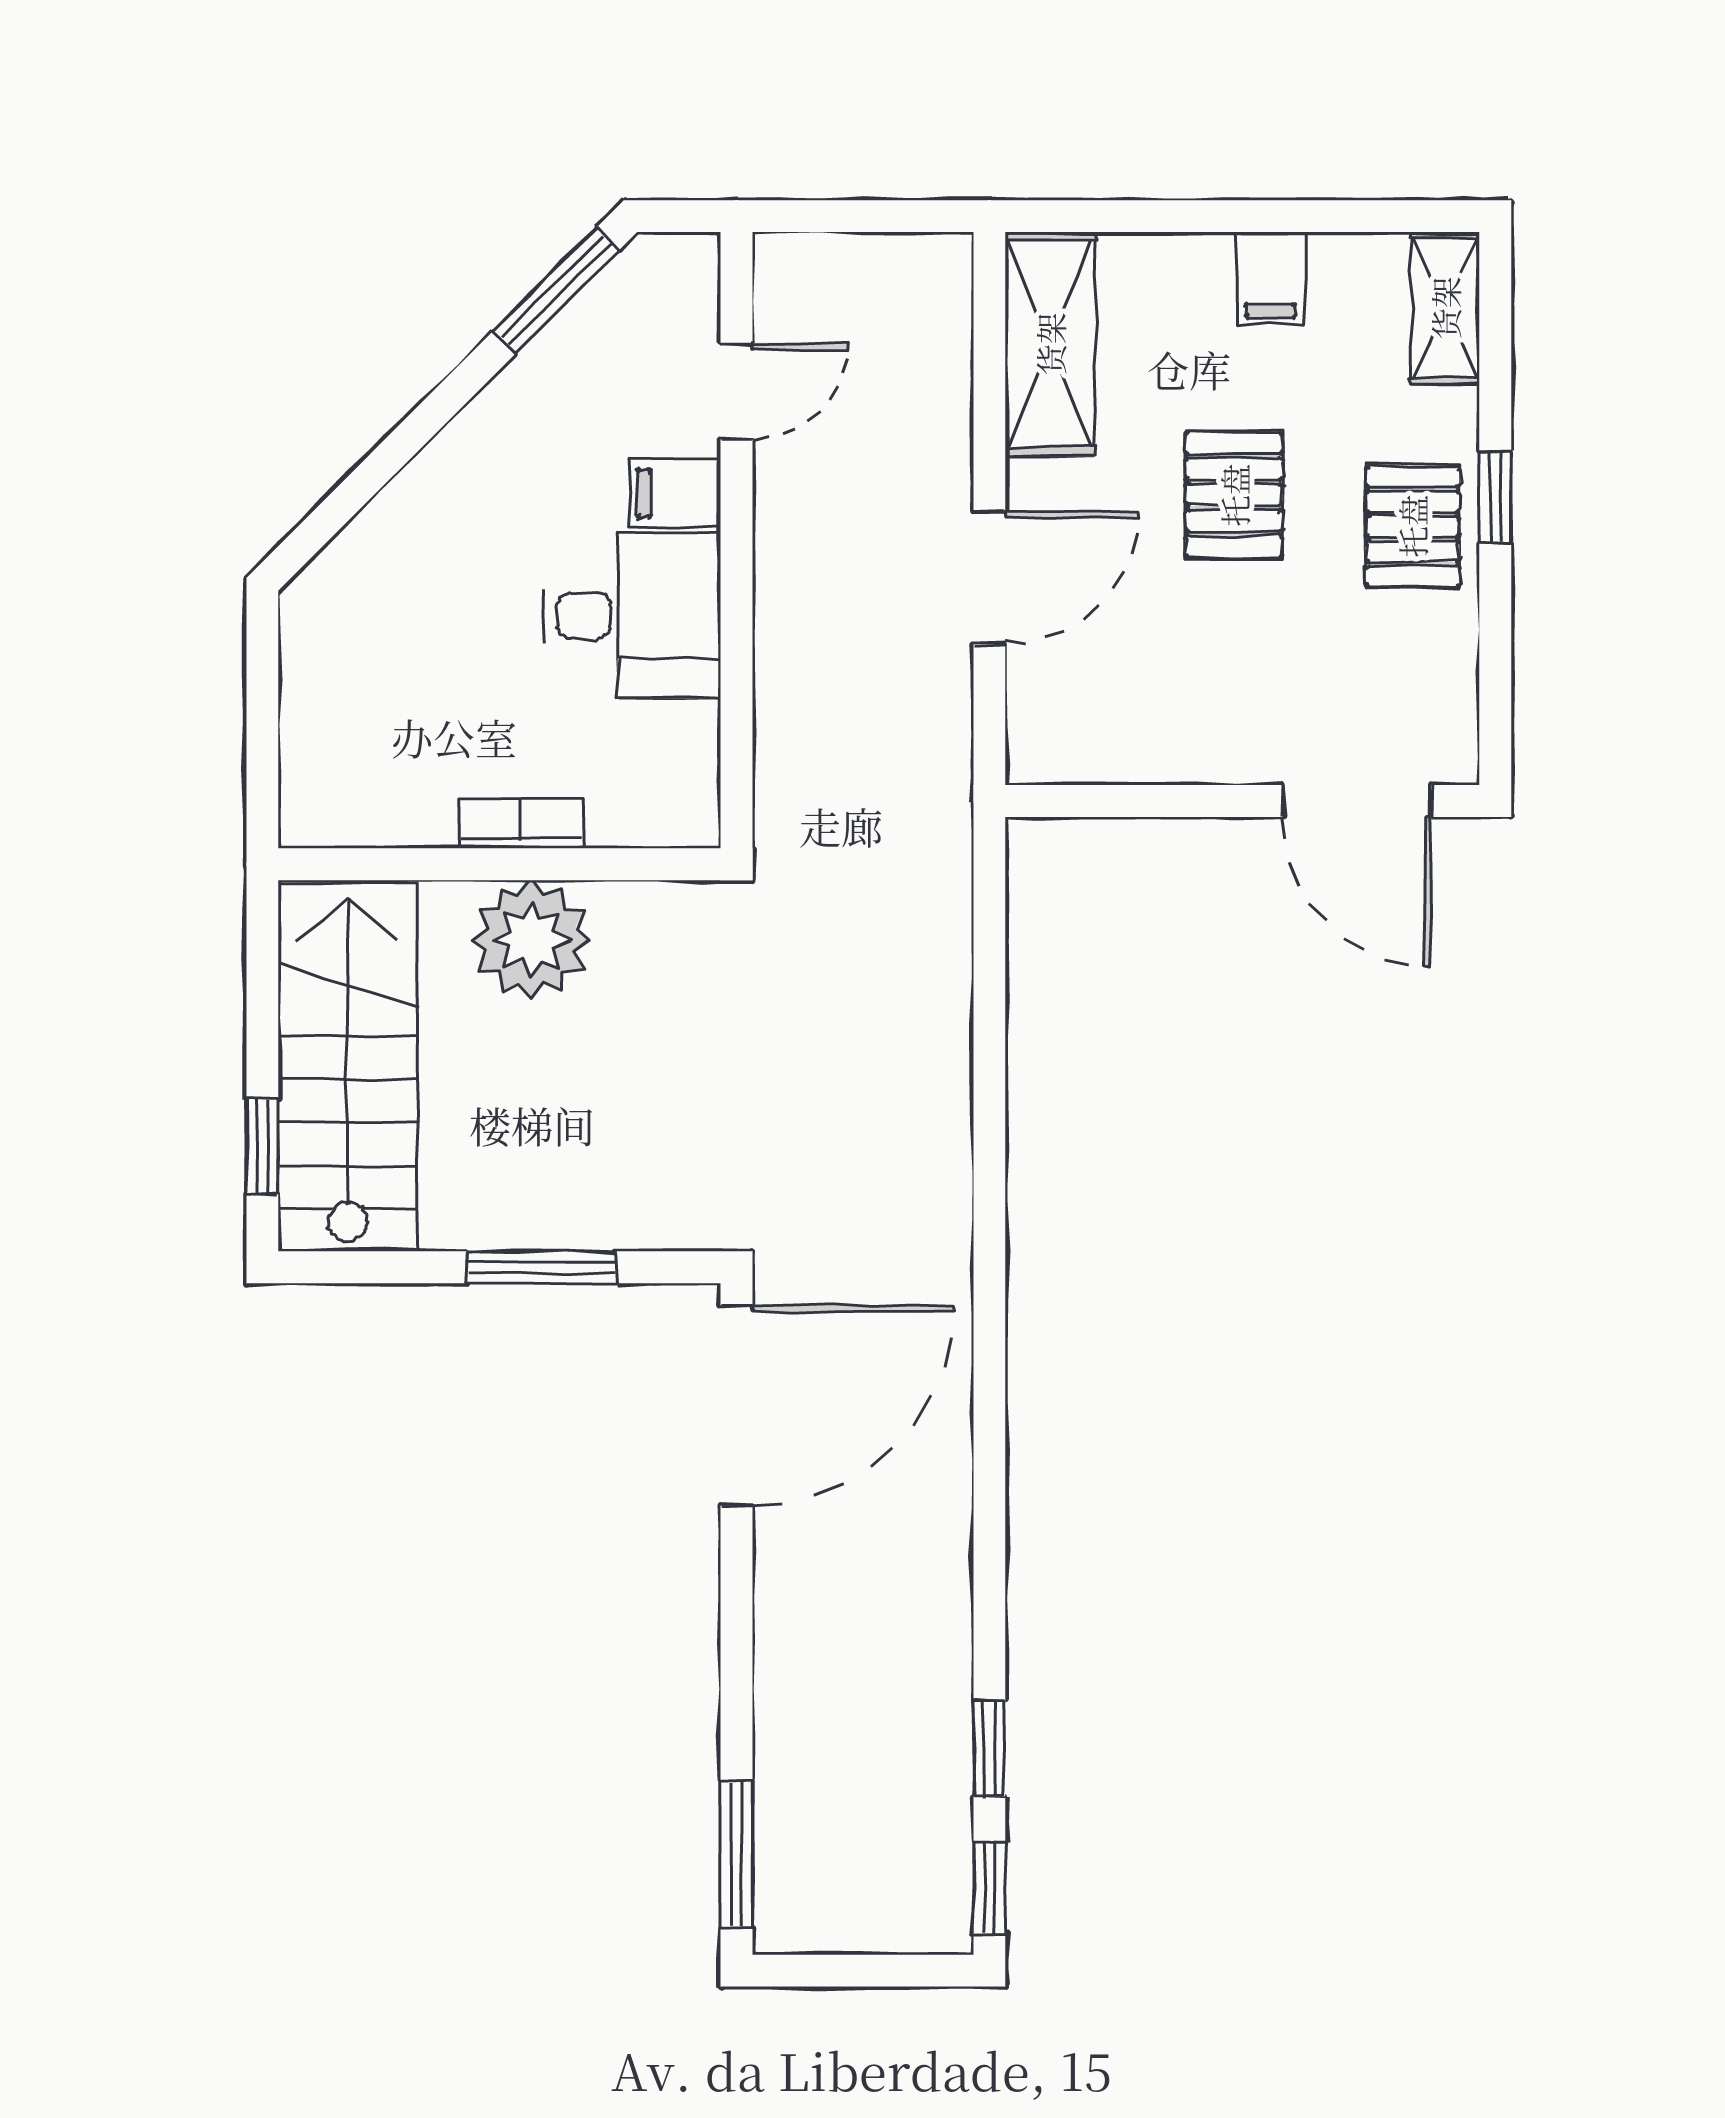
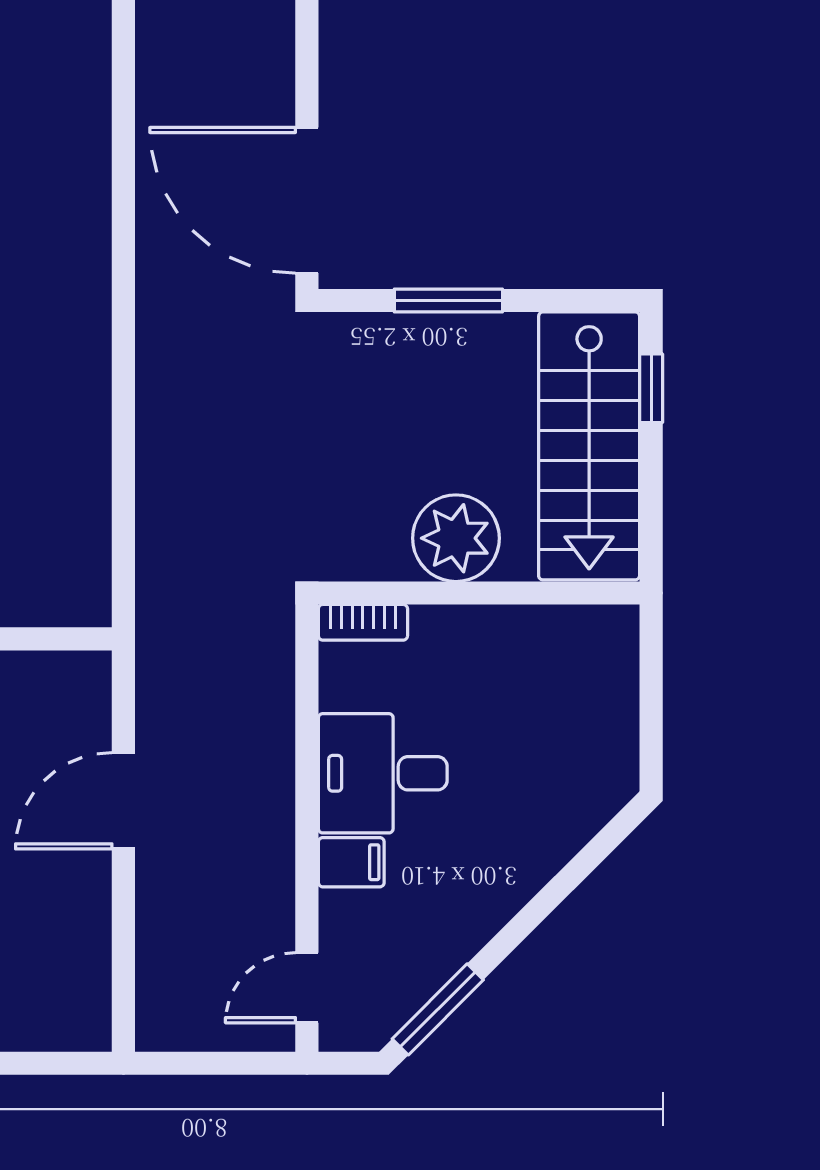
shelving: (1050, 344) -> (79, 970), removed
door: (737, 391) -> (307, 988), moved
bookcase: (521, 824) -> (363, 622), moved
door: (737, 1405) -> (307, 200), hinge flipped

